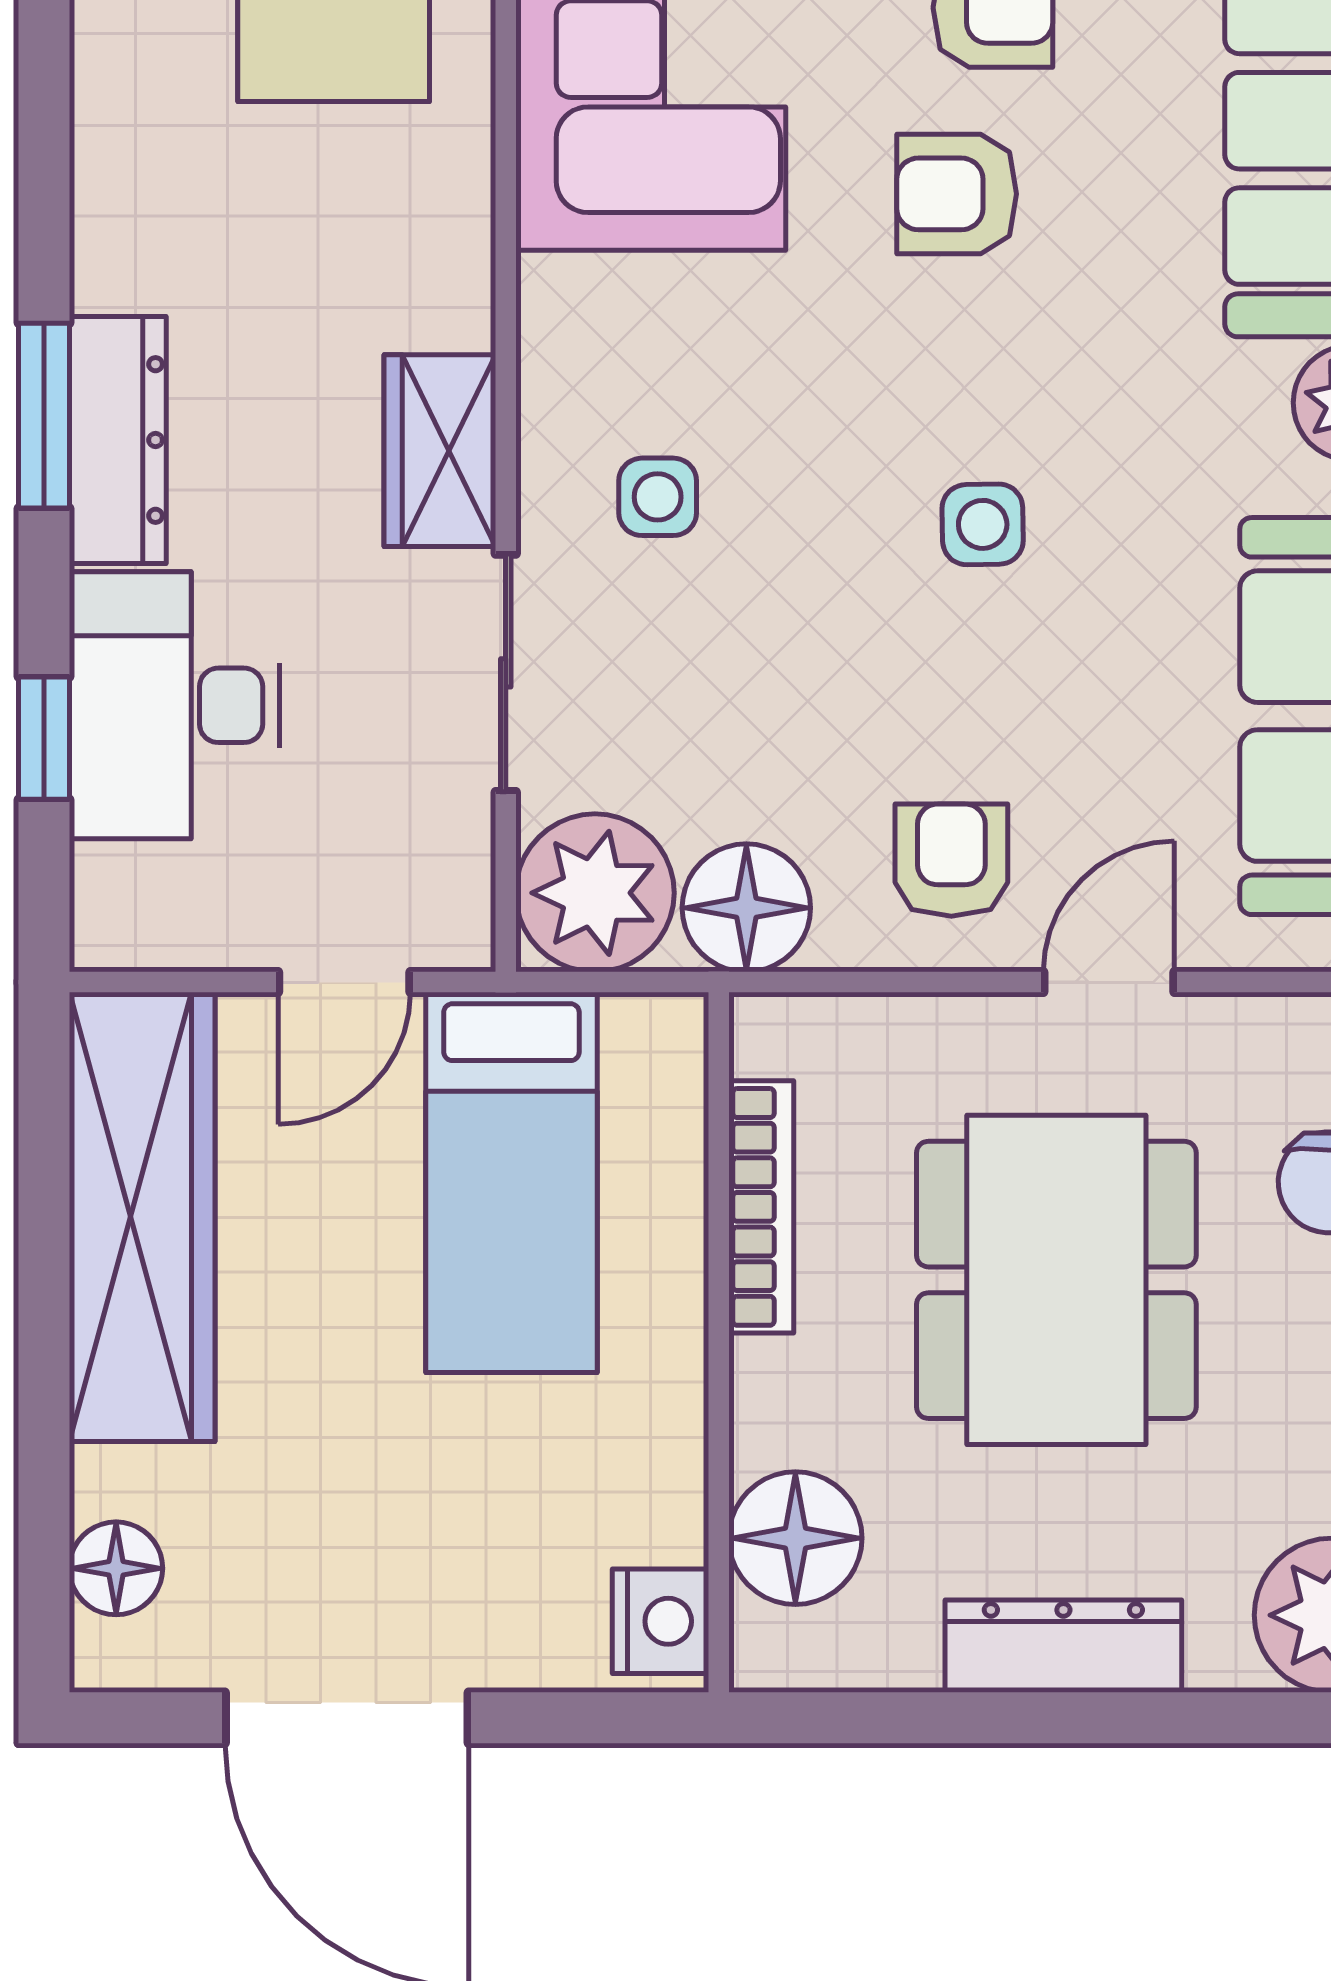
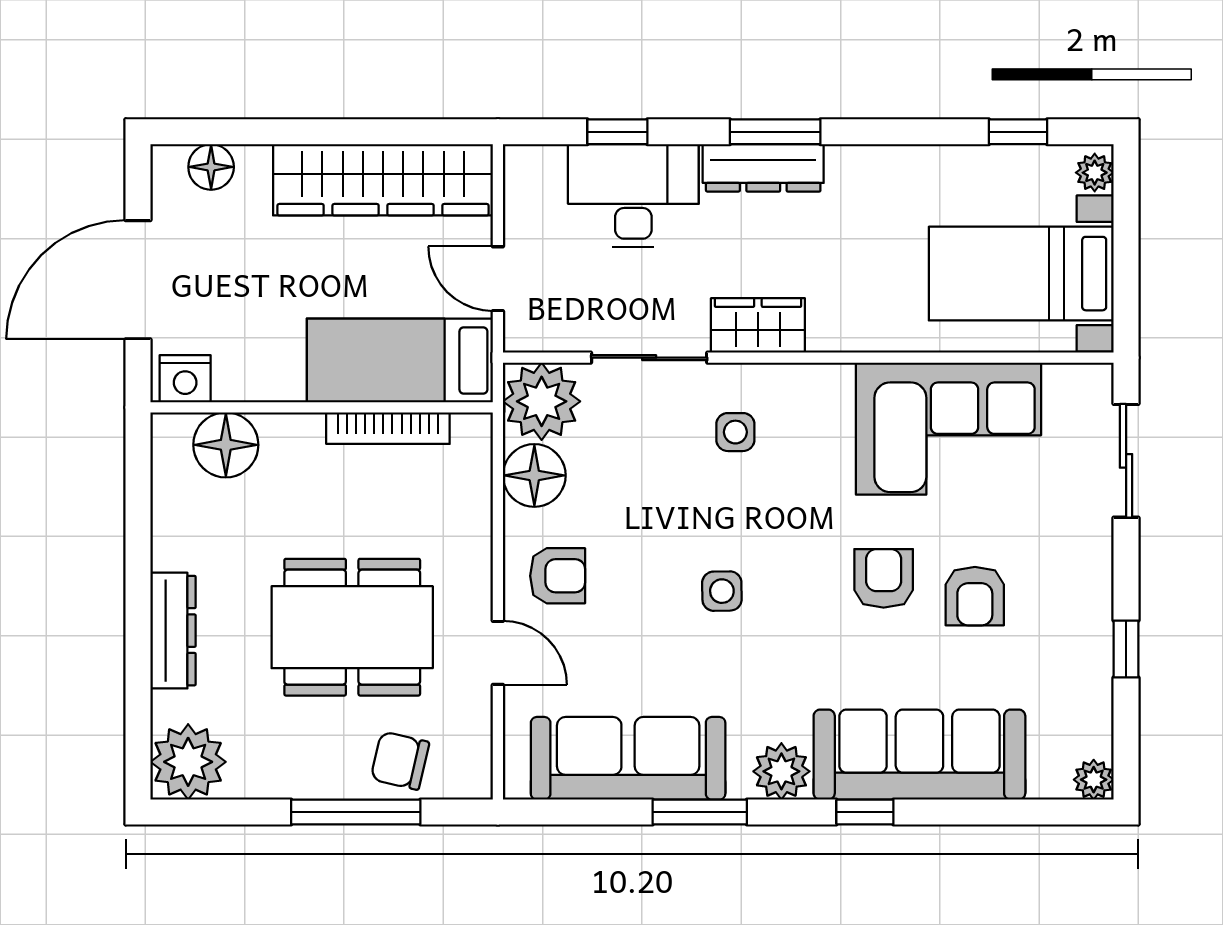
bookcase: (761, 1207) -> (388, 428), moved
wall: (719, 1342) -> (322, 407), moved
floor lamp: (795, 1538) -> (226, 445), moved
nightstand: (660, 1621) -> (185, 379), moved

